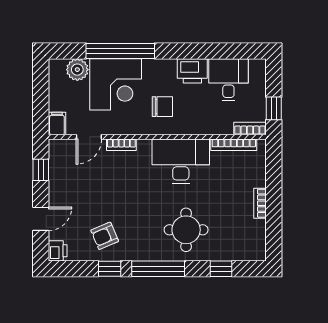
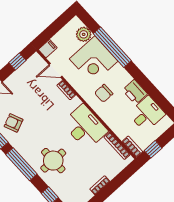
chair: (162, 107) -> (104, 93), turned 90

